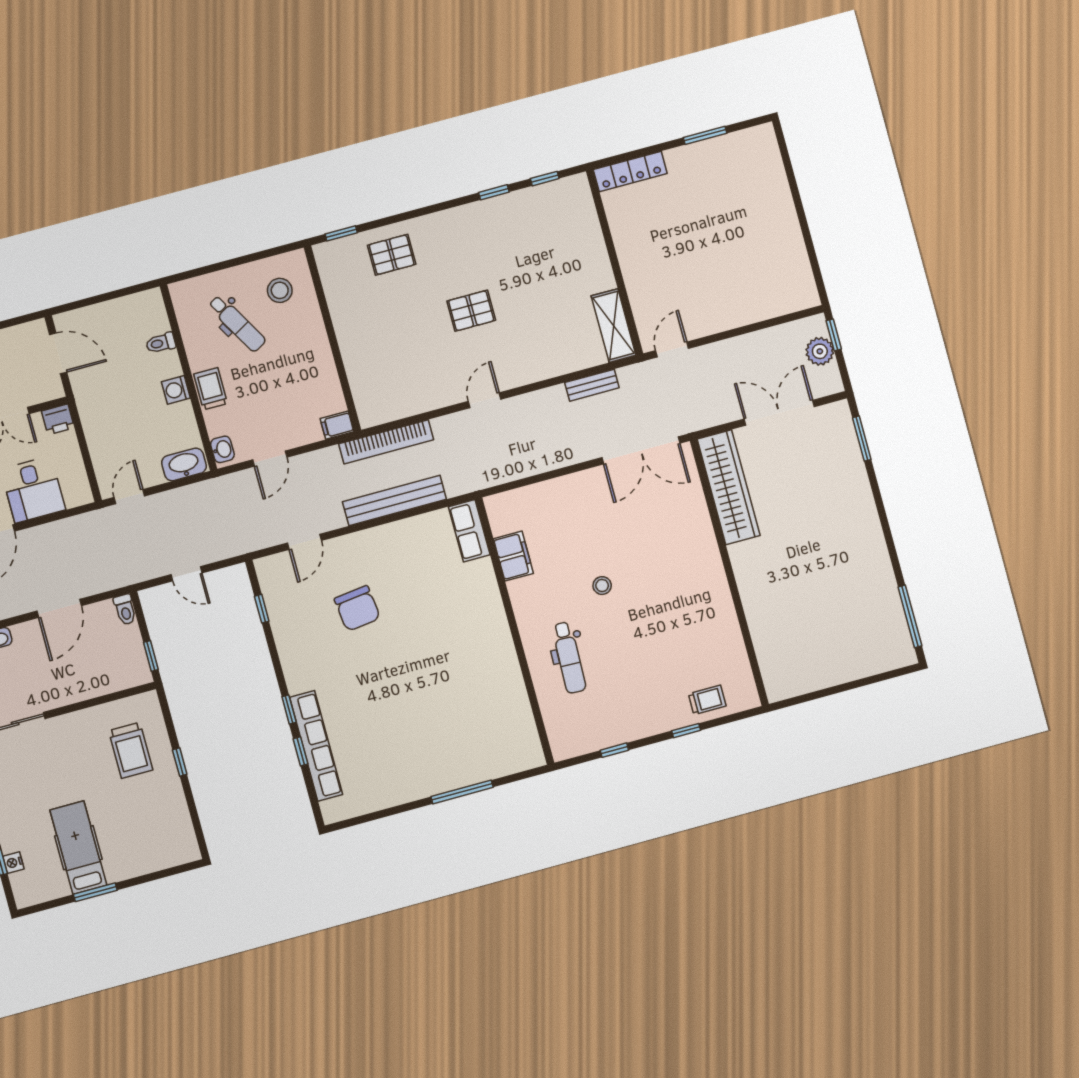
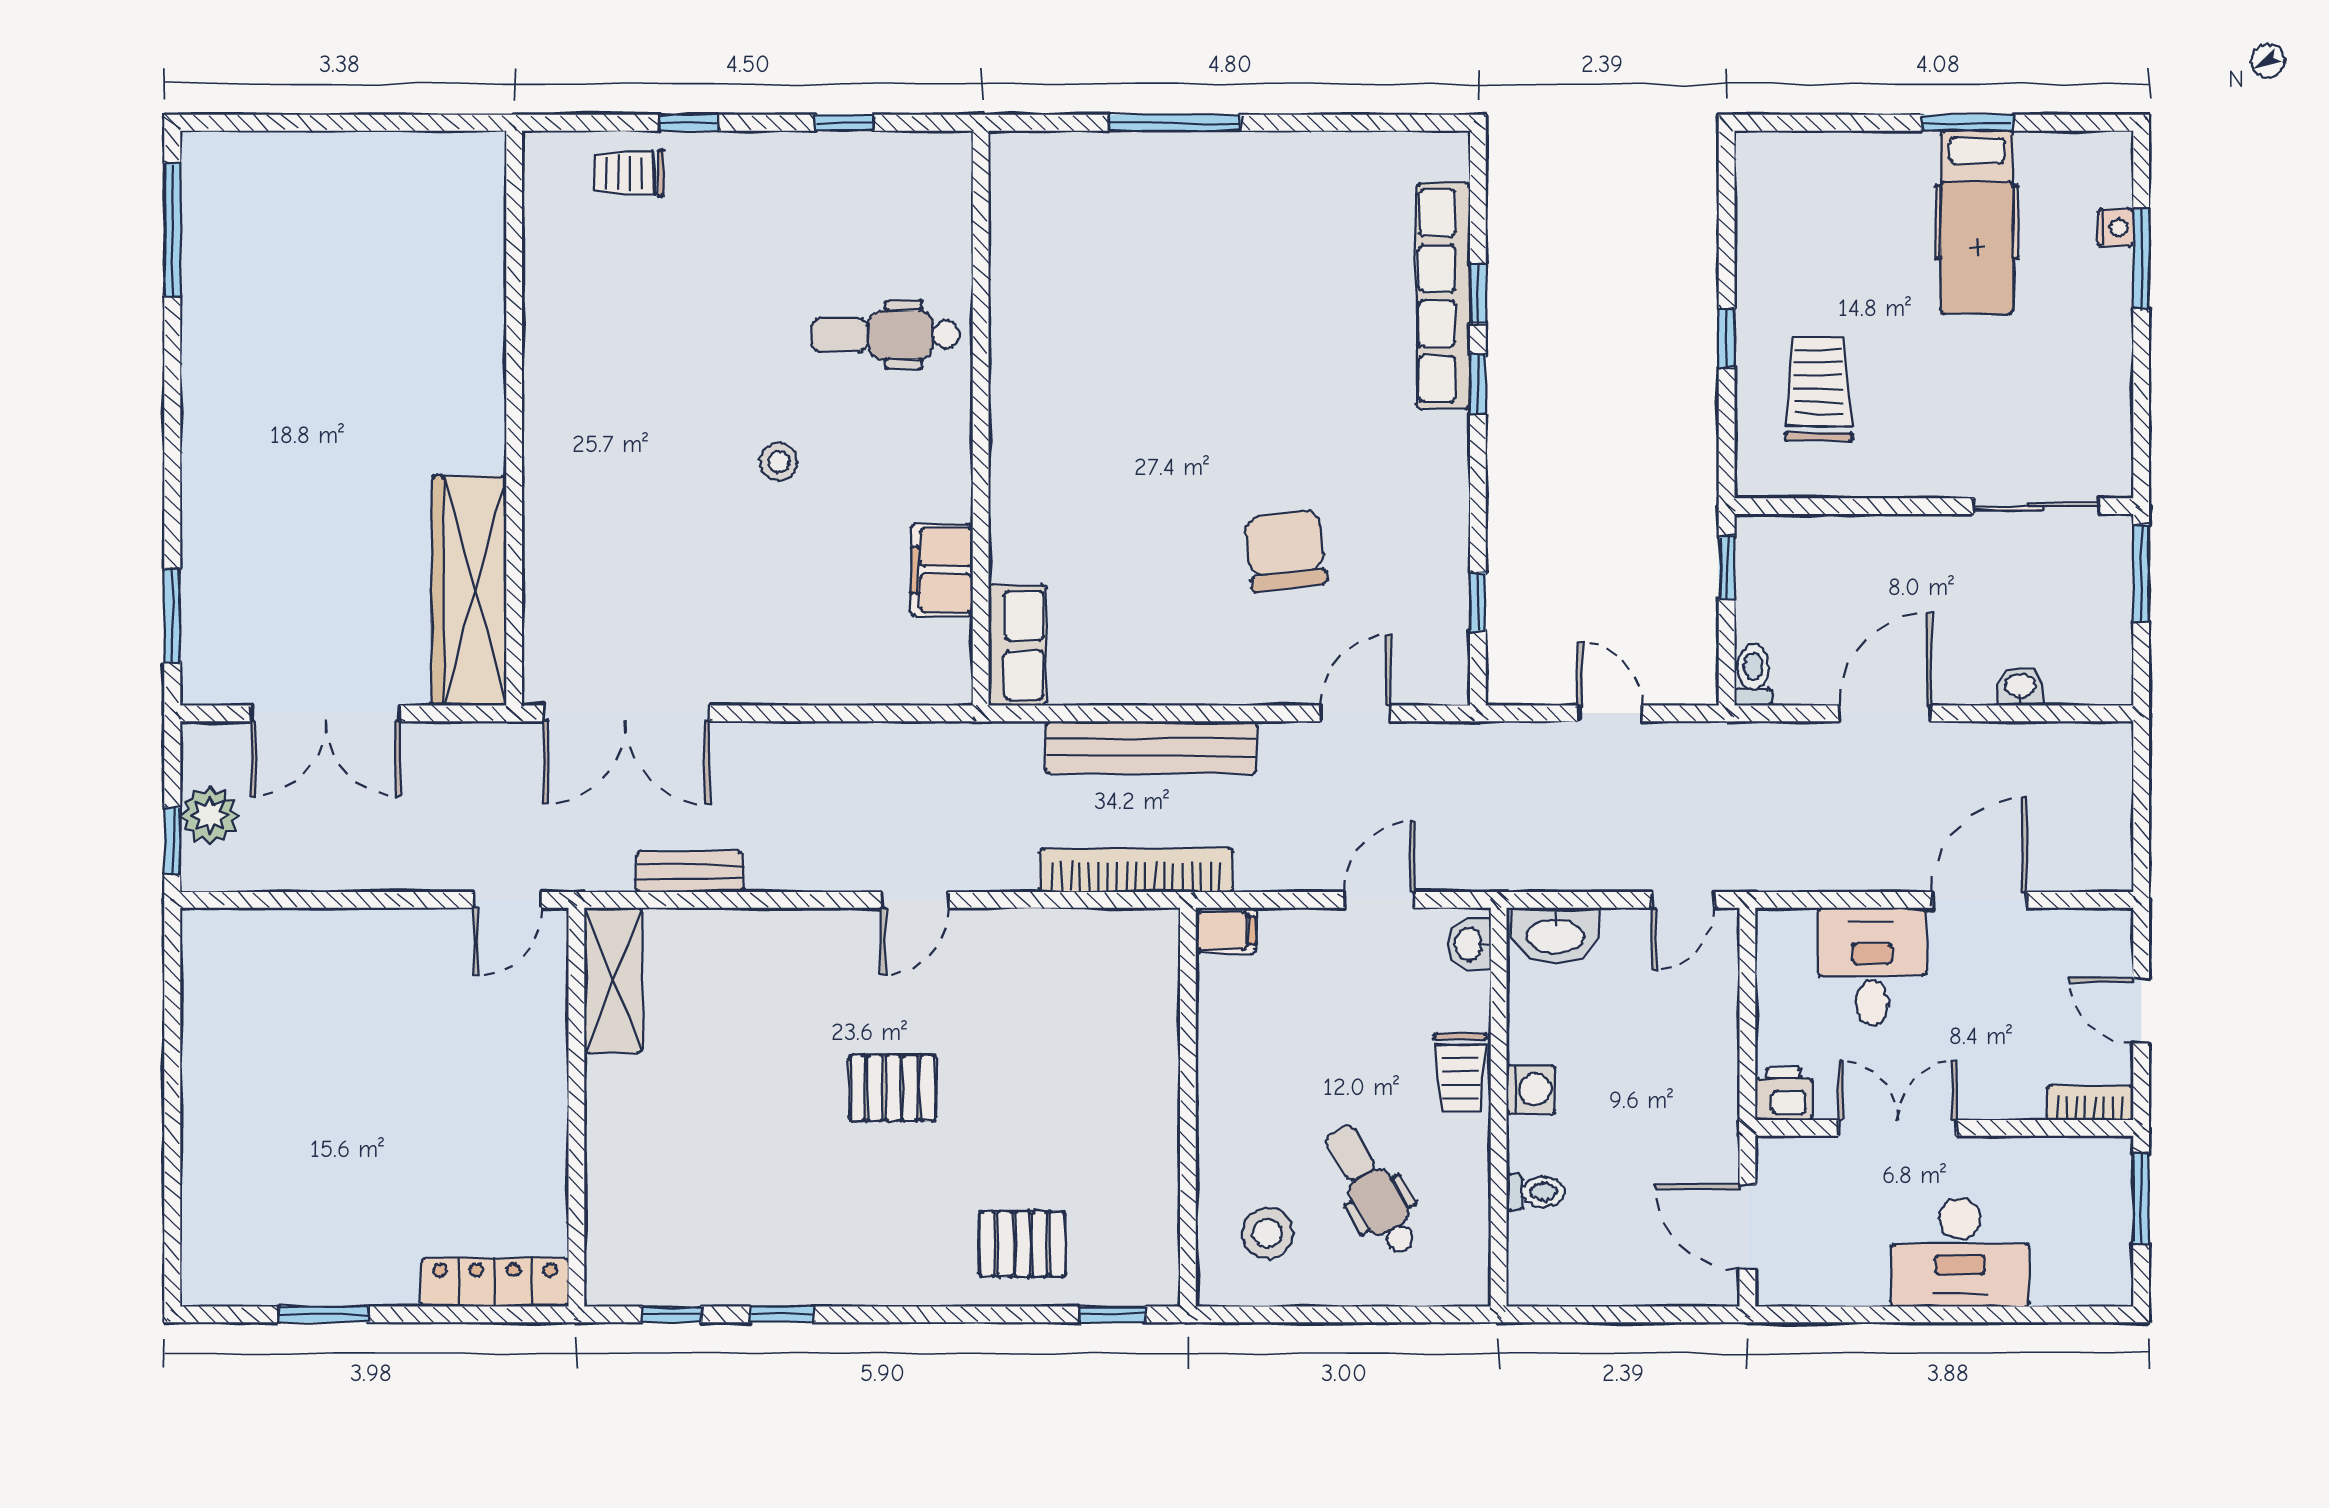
double door: (641, 450) -> (626, 713), swing flipped
dental chair: (569, 658) -> (885, 335), turned -92

